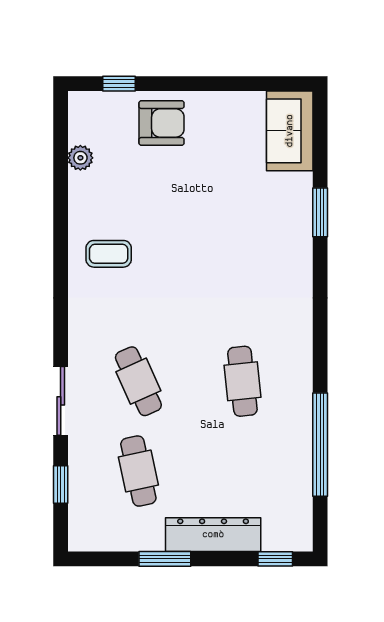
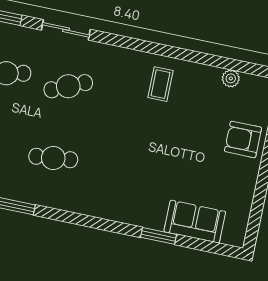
armchair: (162, 123) -> (243, 139), turned 90
sofa: (290, 131) -> (195, 222), moved

